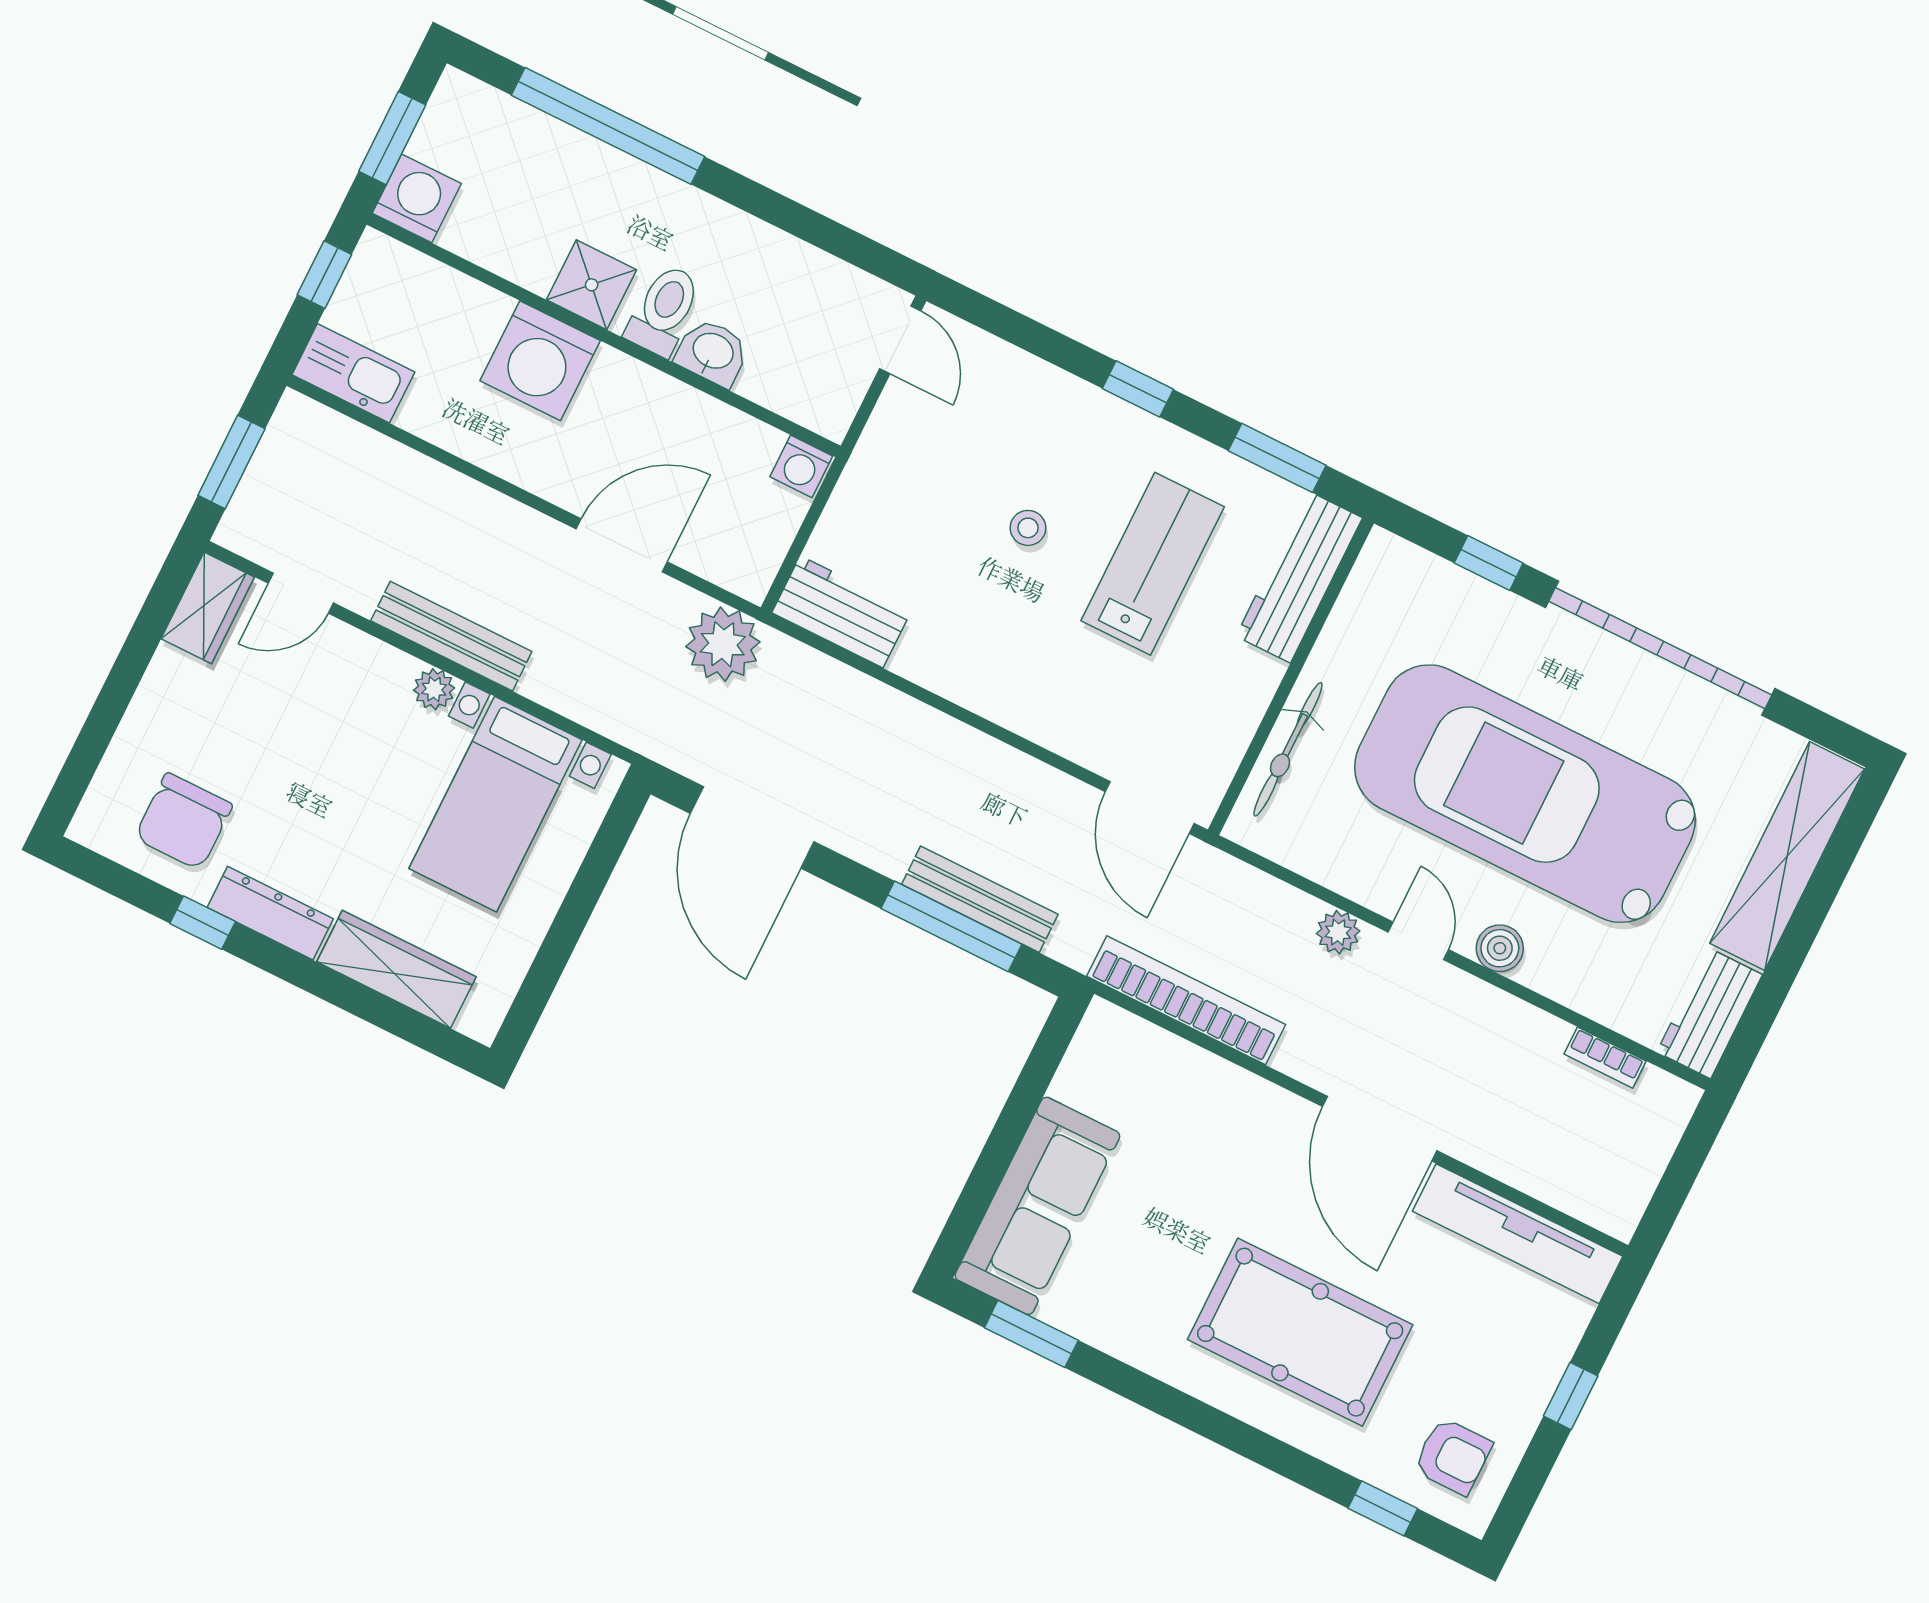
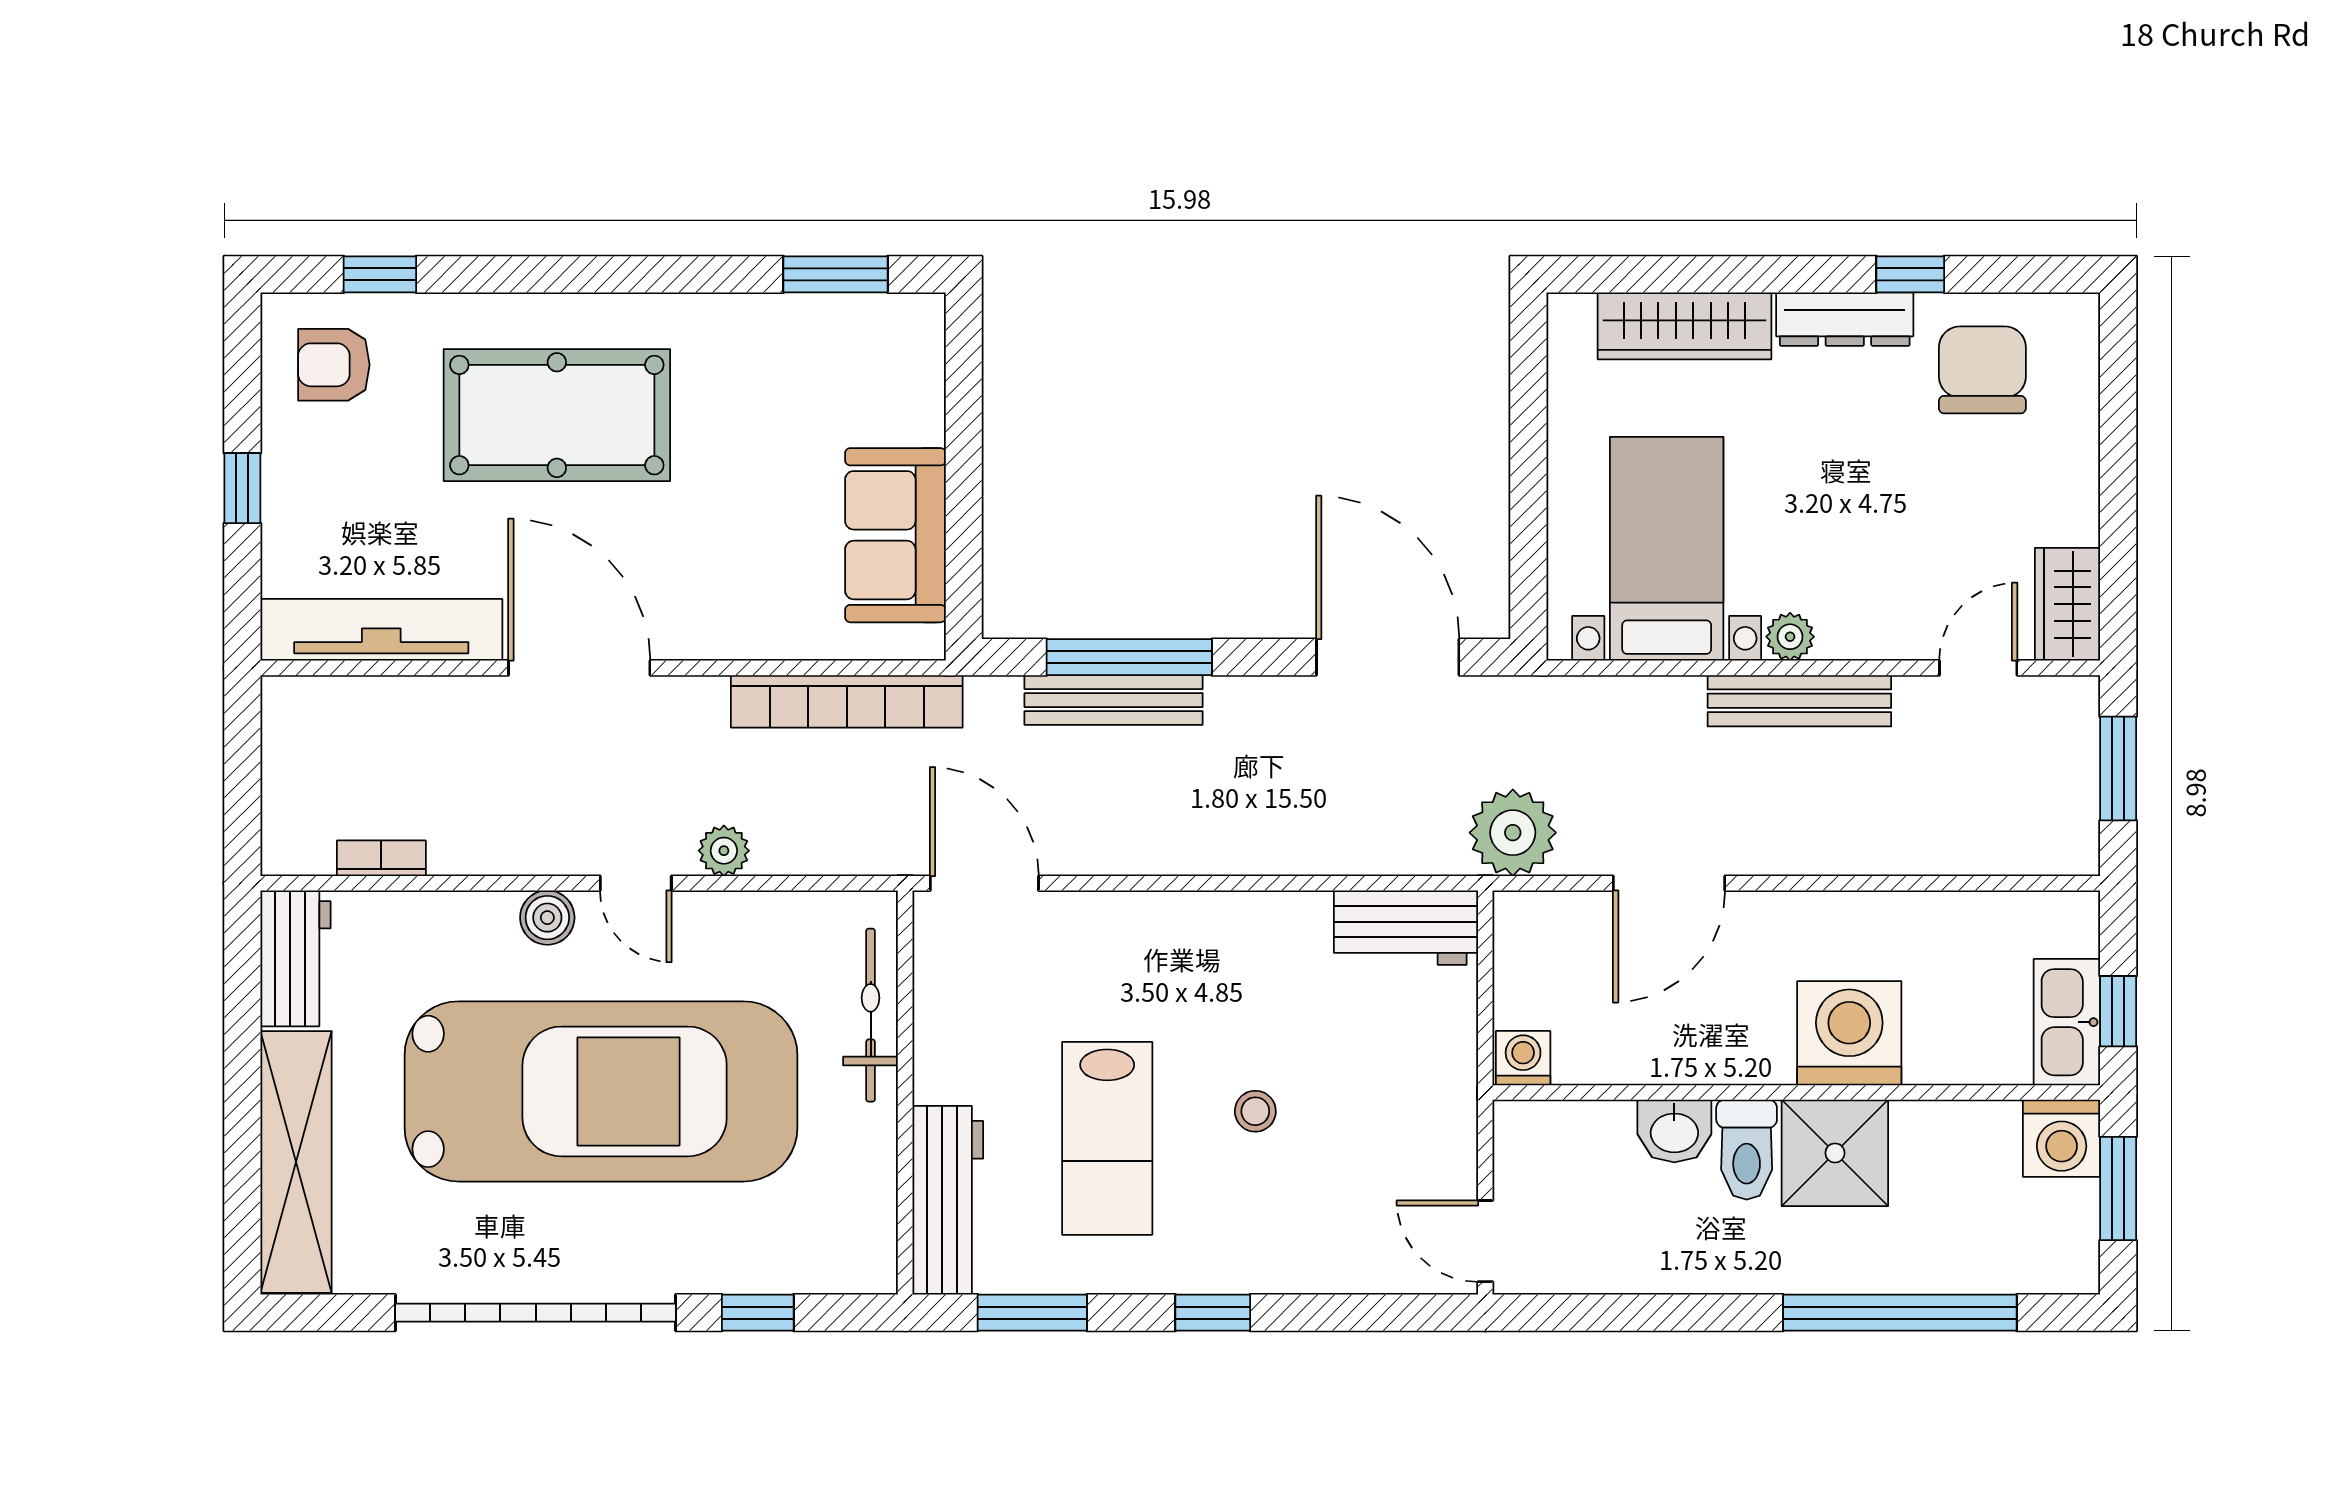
shower: (592, 285) -> (1835, 1153), width x1.36, depth x1.36
kitchen sink: (353, 373) -> (2067, 1022), moved, turned 90
sofa: (1037, 1206) -> (895, 535), moved, width x0.73

